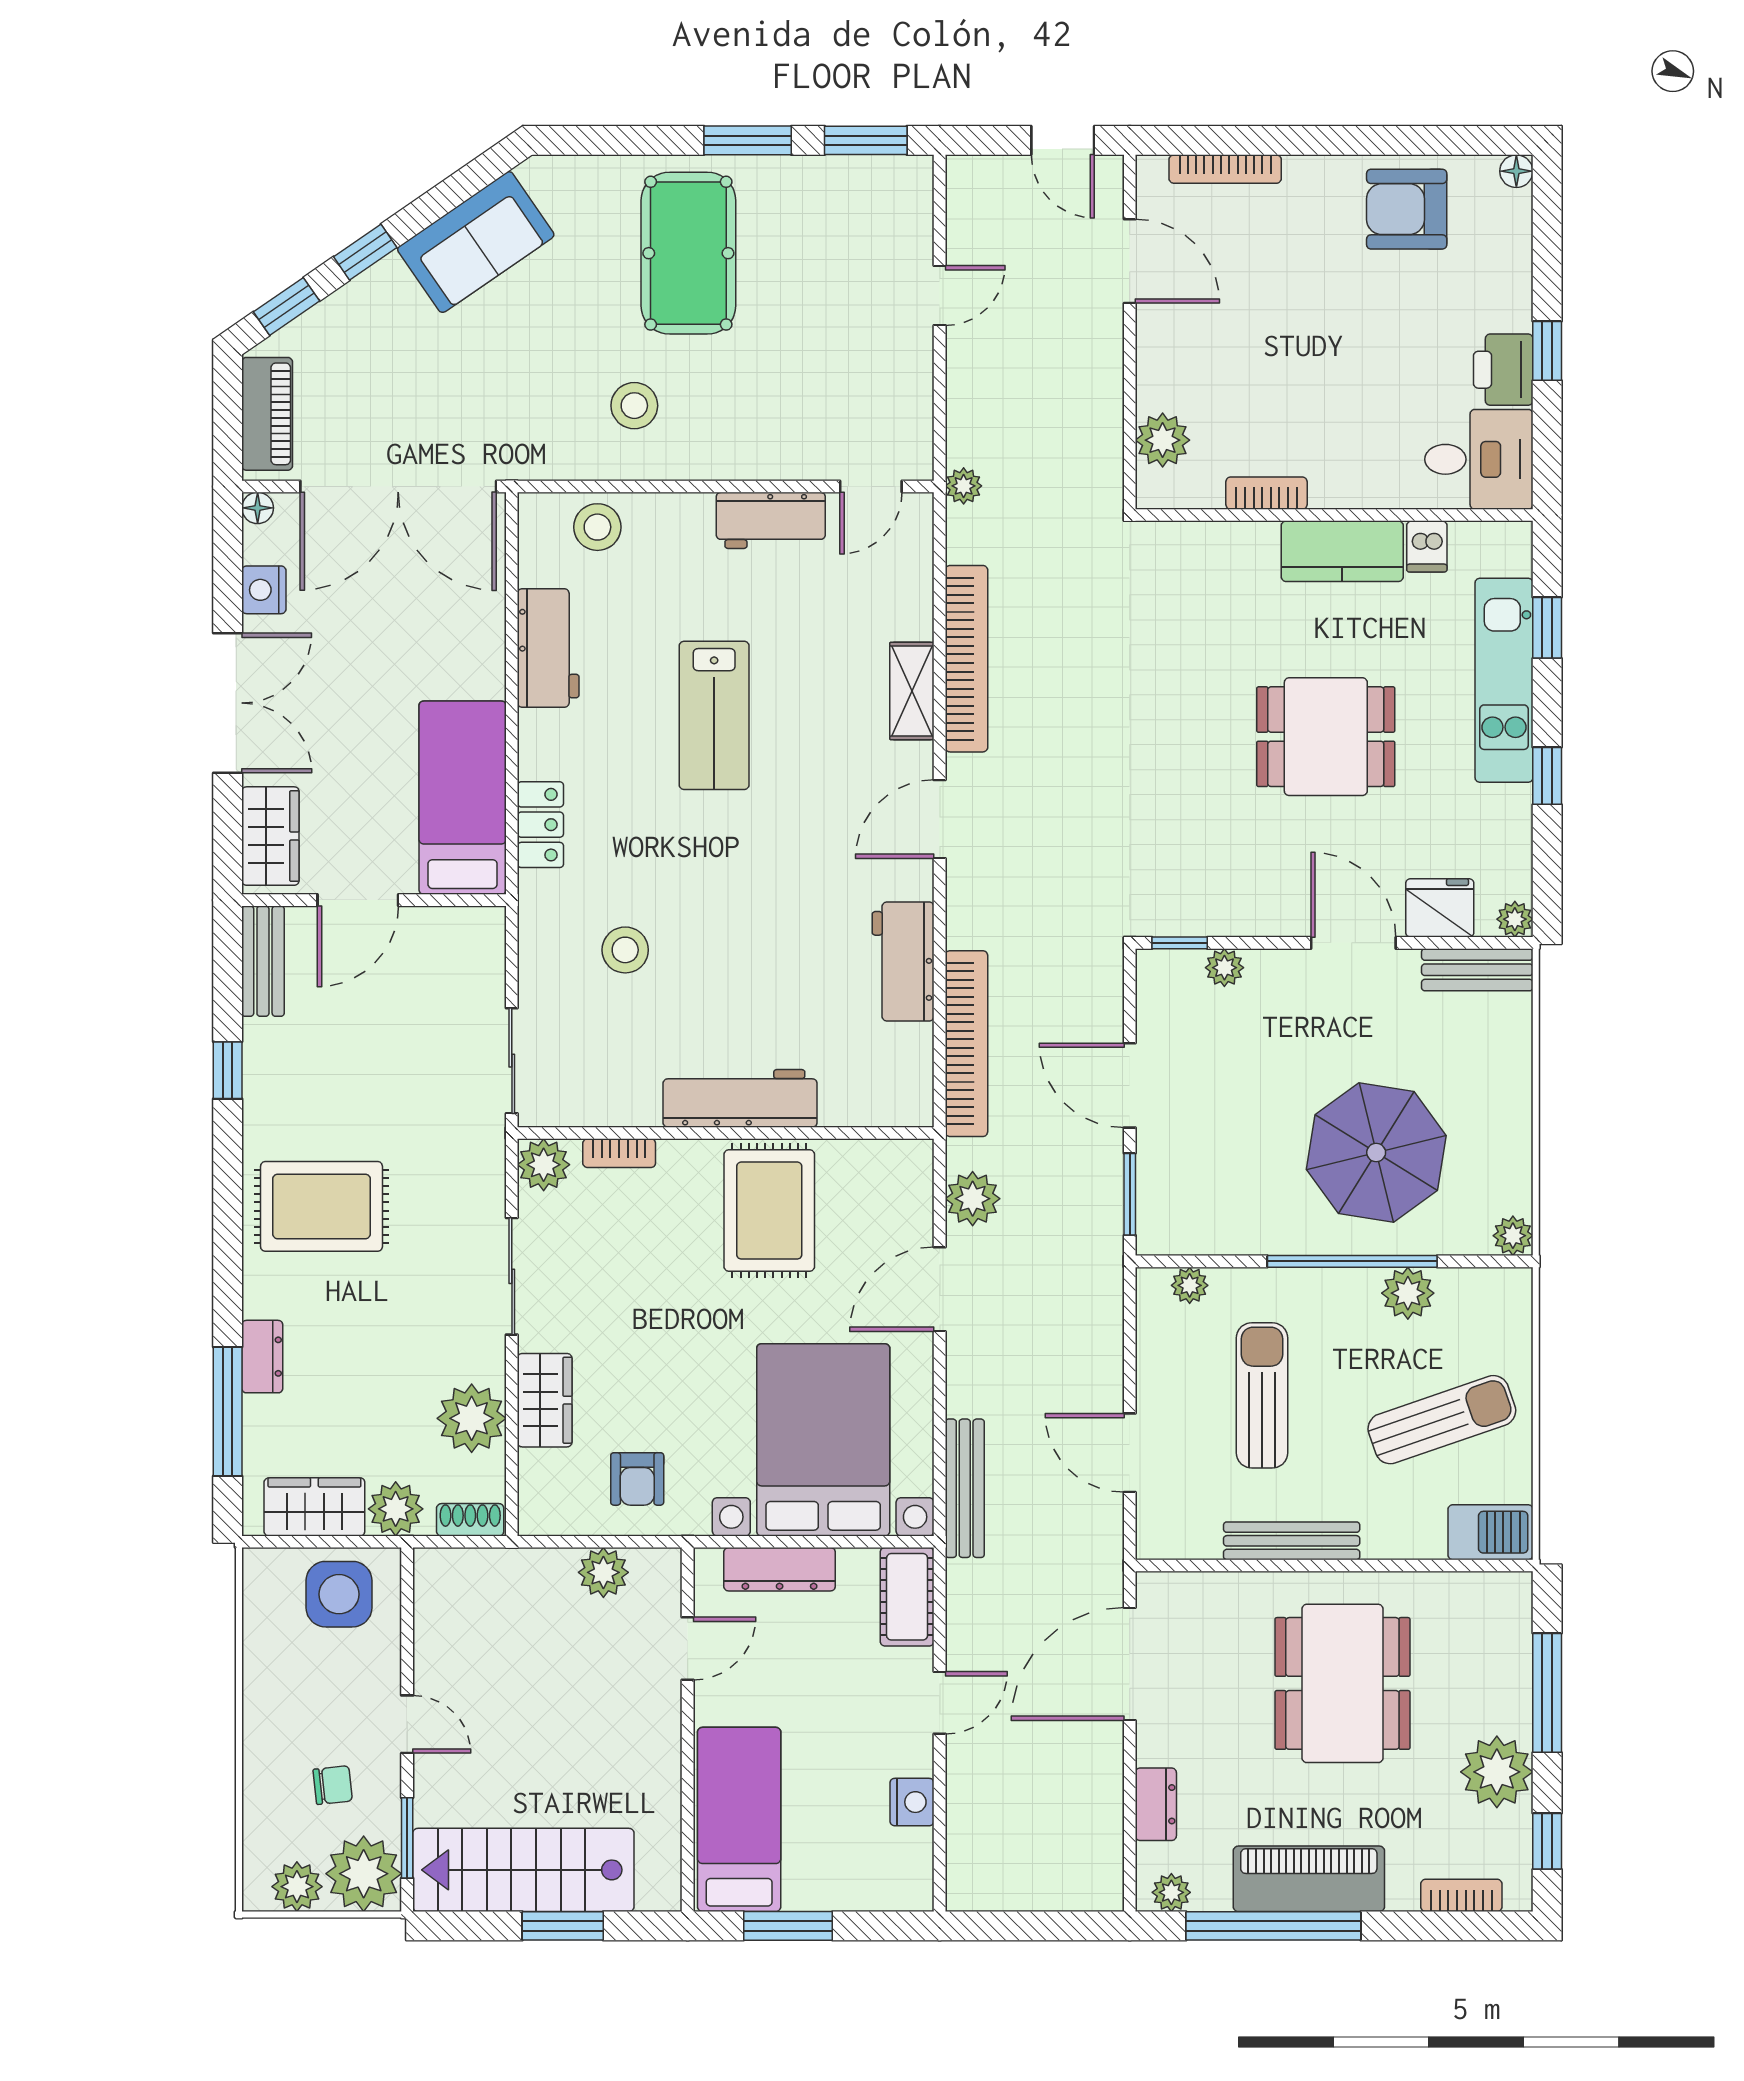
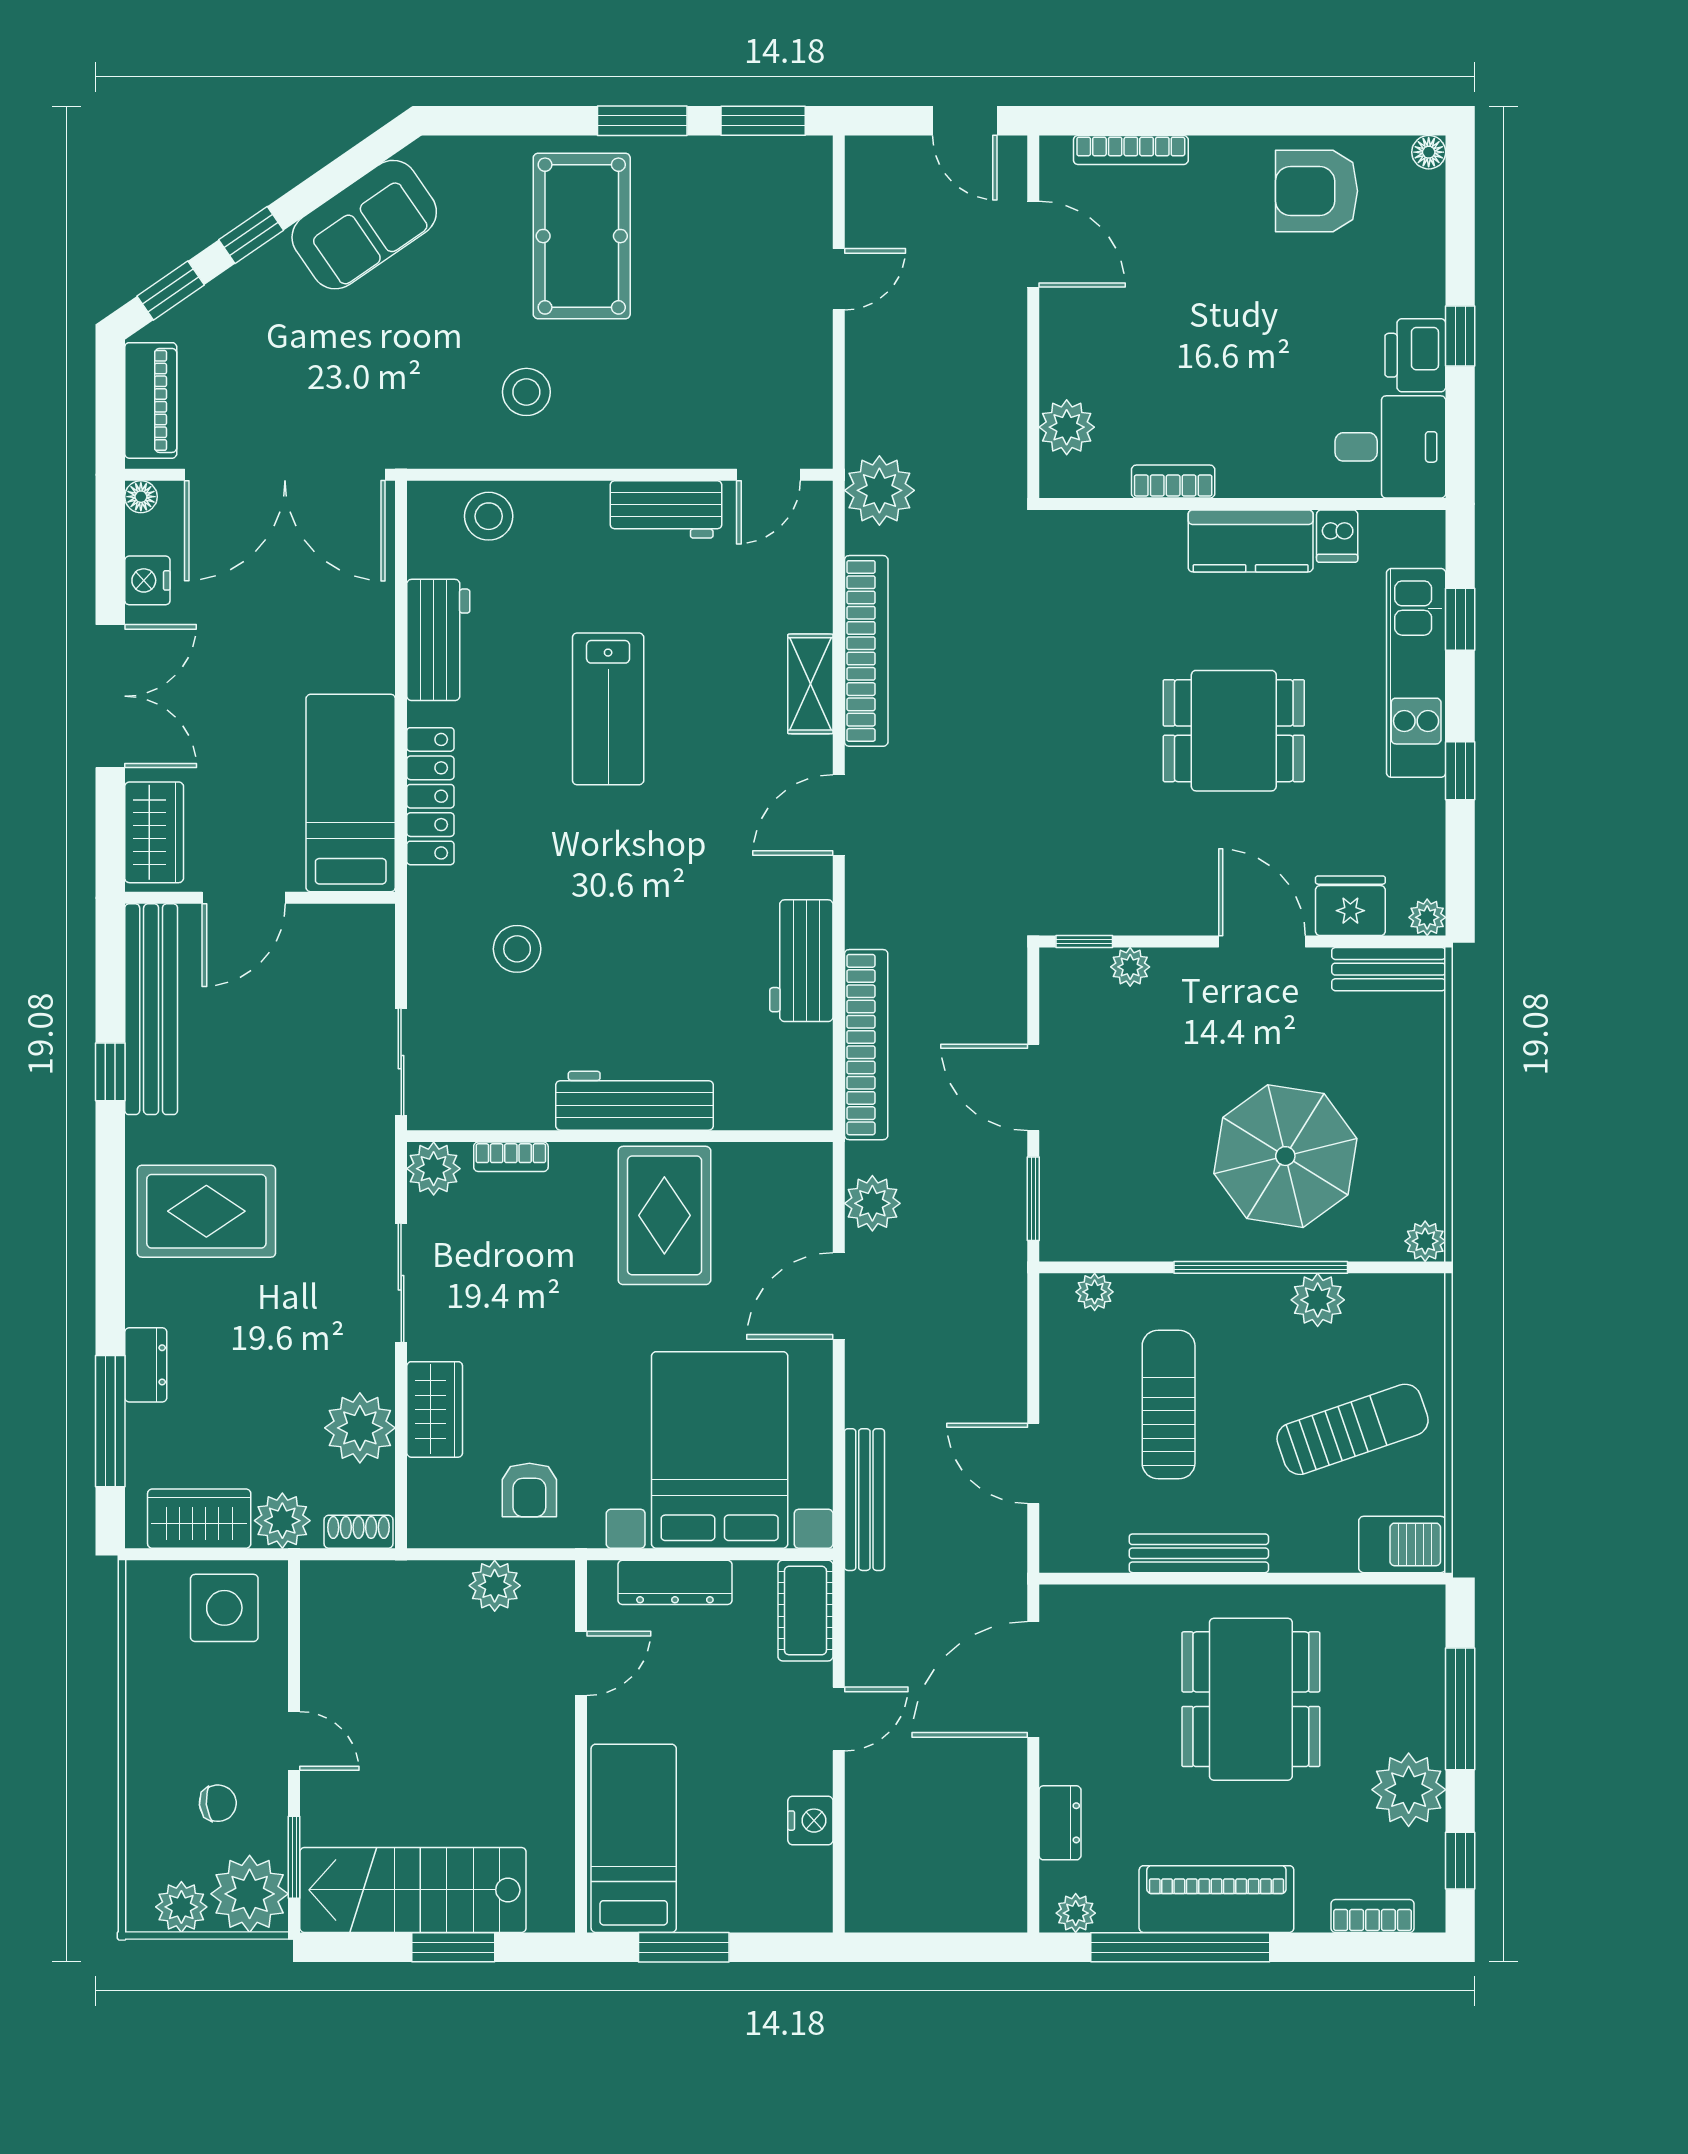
plant: (964, 486) -> (879, 490), width x1.87, depth x1.87
locker: (540, 825) -> (430, 796), width x1.53
bench: (263, 961) -> (151, 1009), width x1.86, depth x1.21

